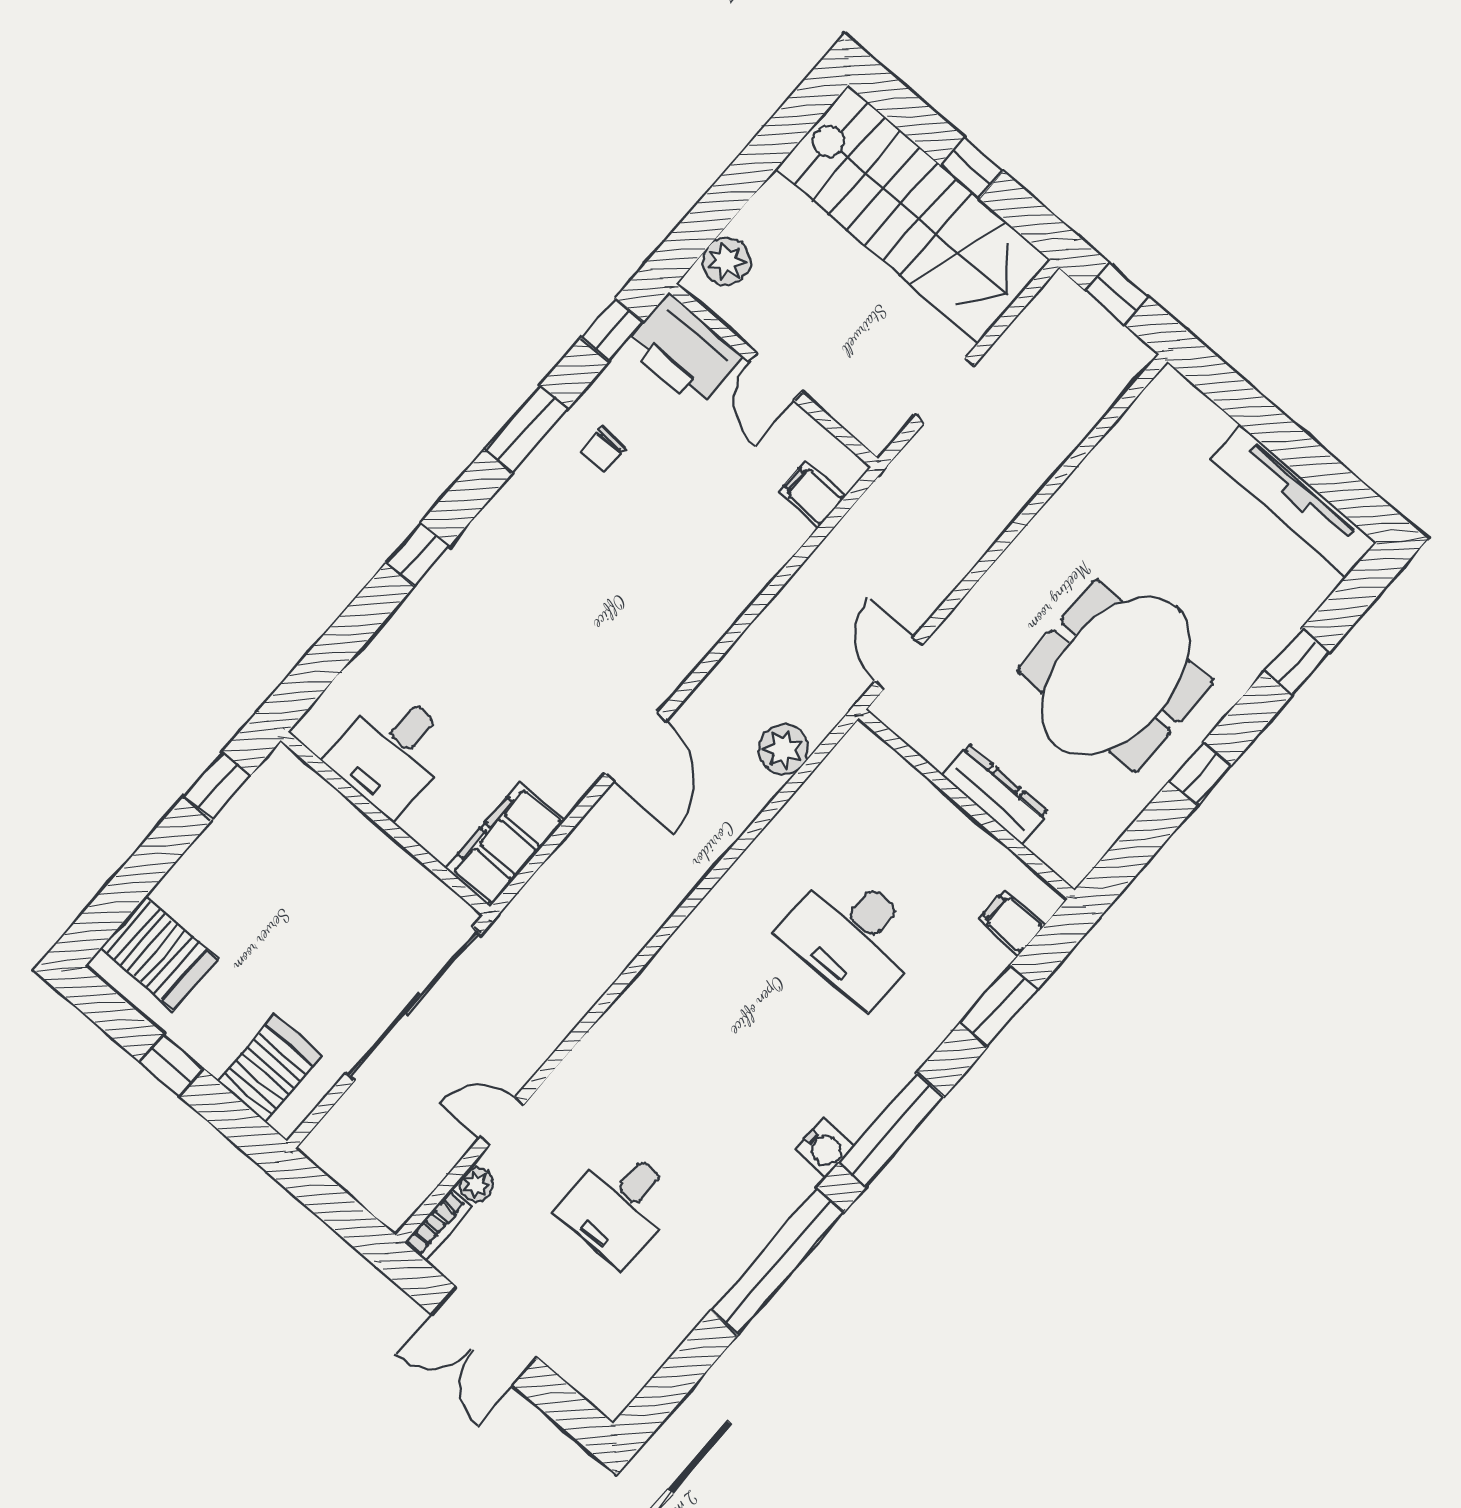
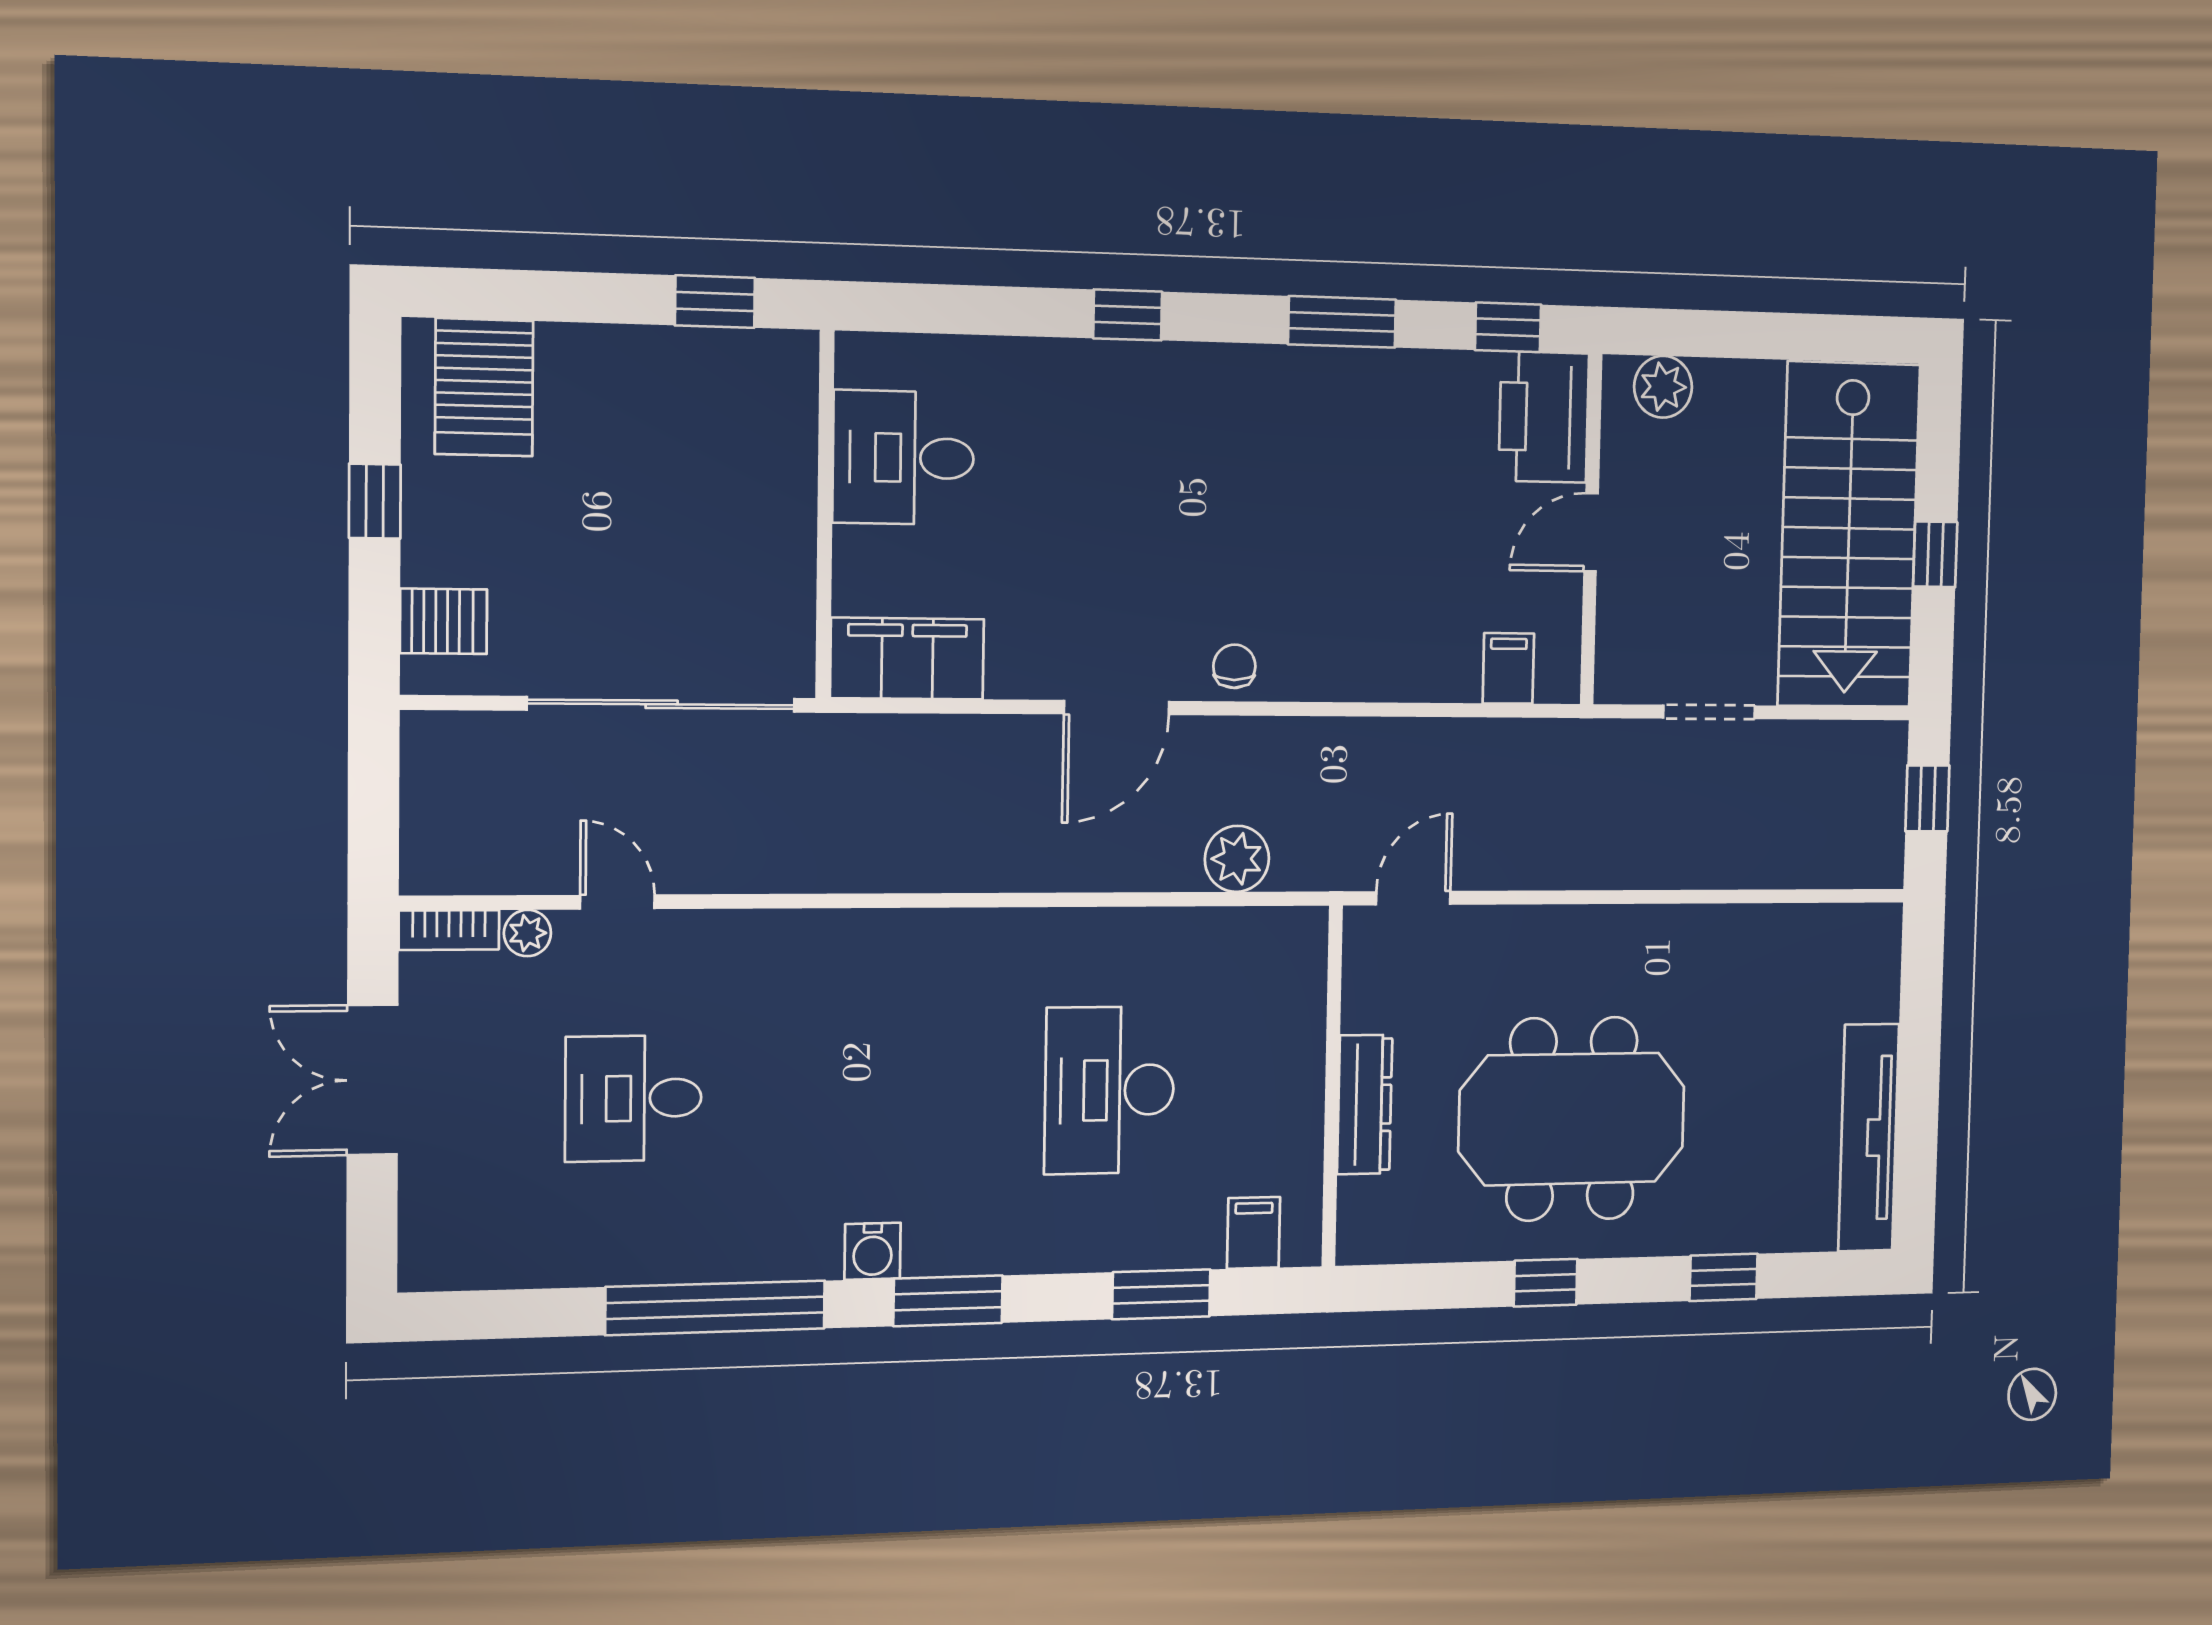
chair: (604, 450) -> (1234, 666), moved, turned 90
server rack: (270, 1068) -> (443, 621), width x0.73, depth x0.70
window: (891, 1130) -> (948, 1301), width x0.69

